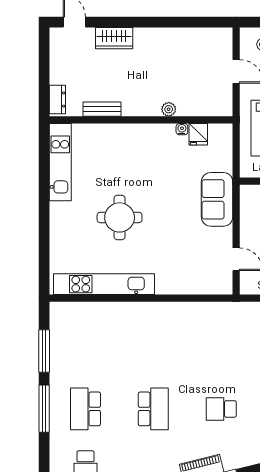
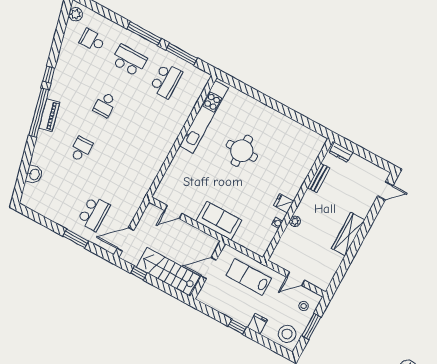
wardrobe: (114, 38) -> (348, 234), moved, width x1.50
fridge: (198, 134) -> (284, 203), moved
kitchen unit: (60, 162) -> (299, 132), removed
school desk: (85, 352) -> (166, 81), added
school desk: (153, 409) -> (105, 105), width x0.54

